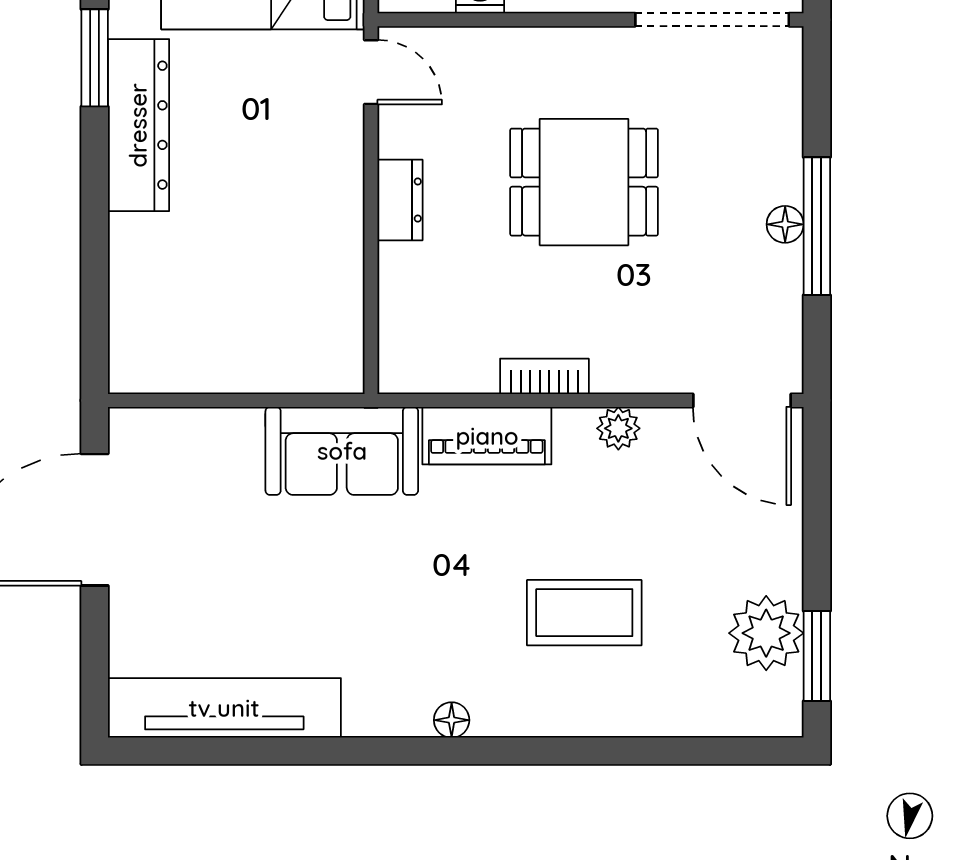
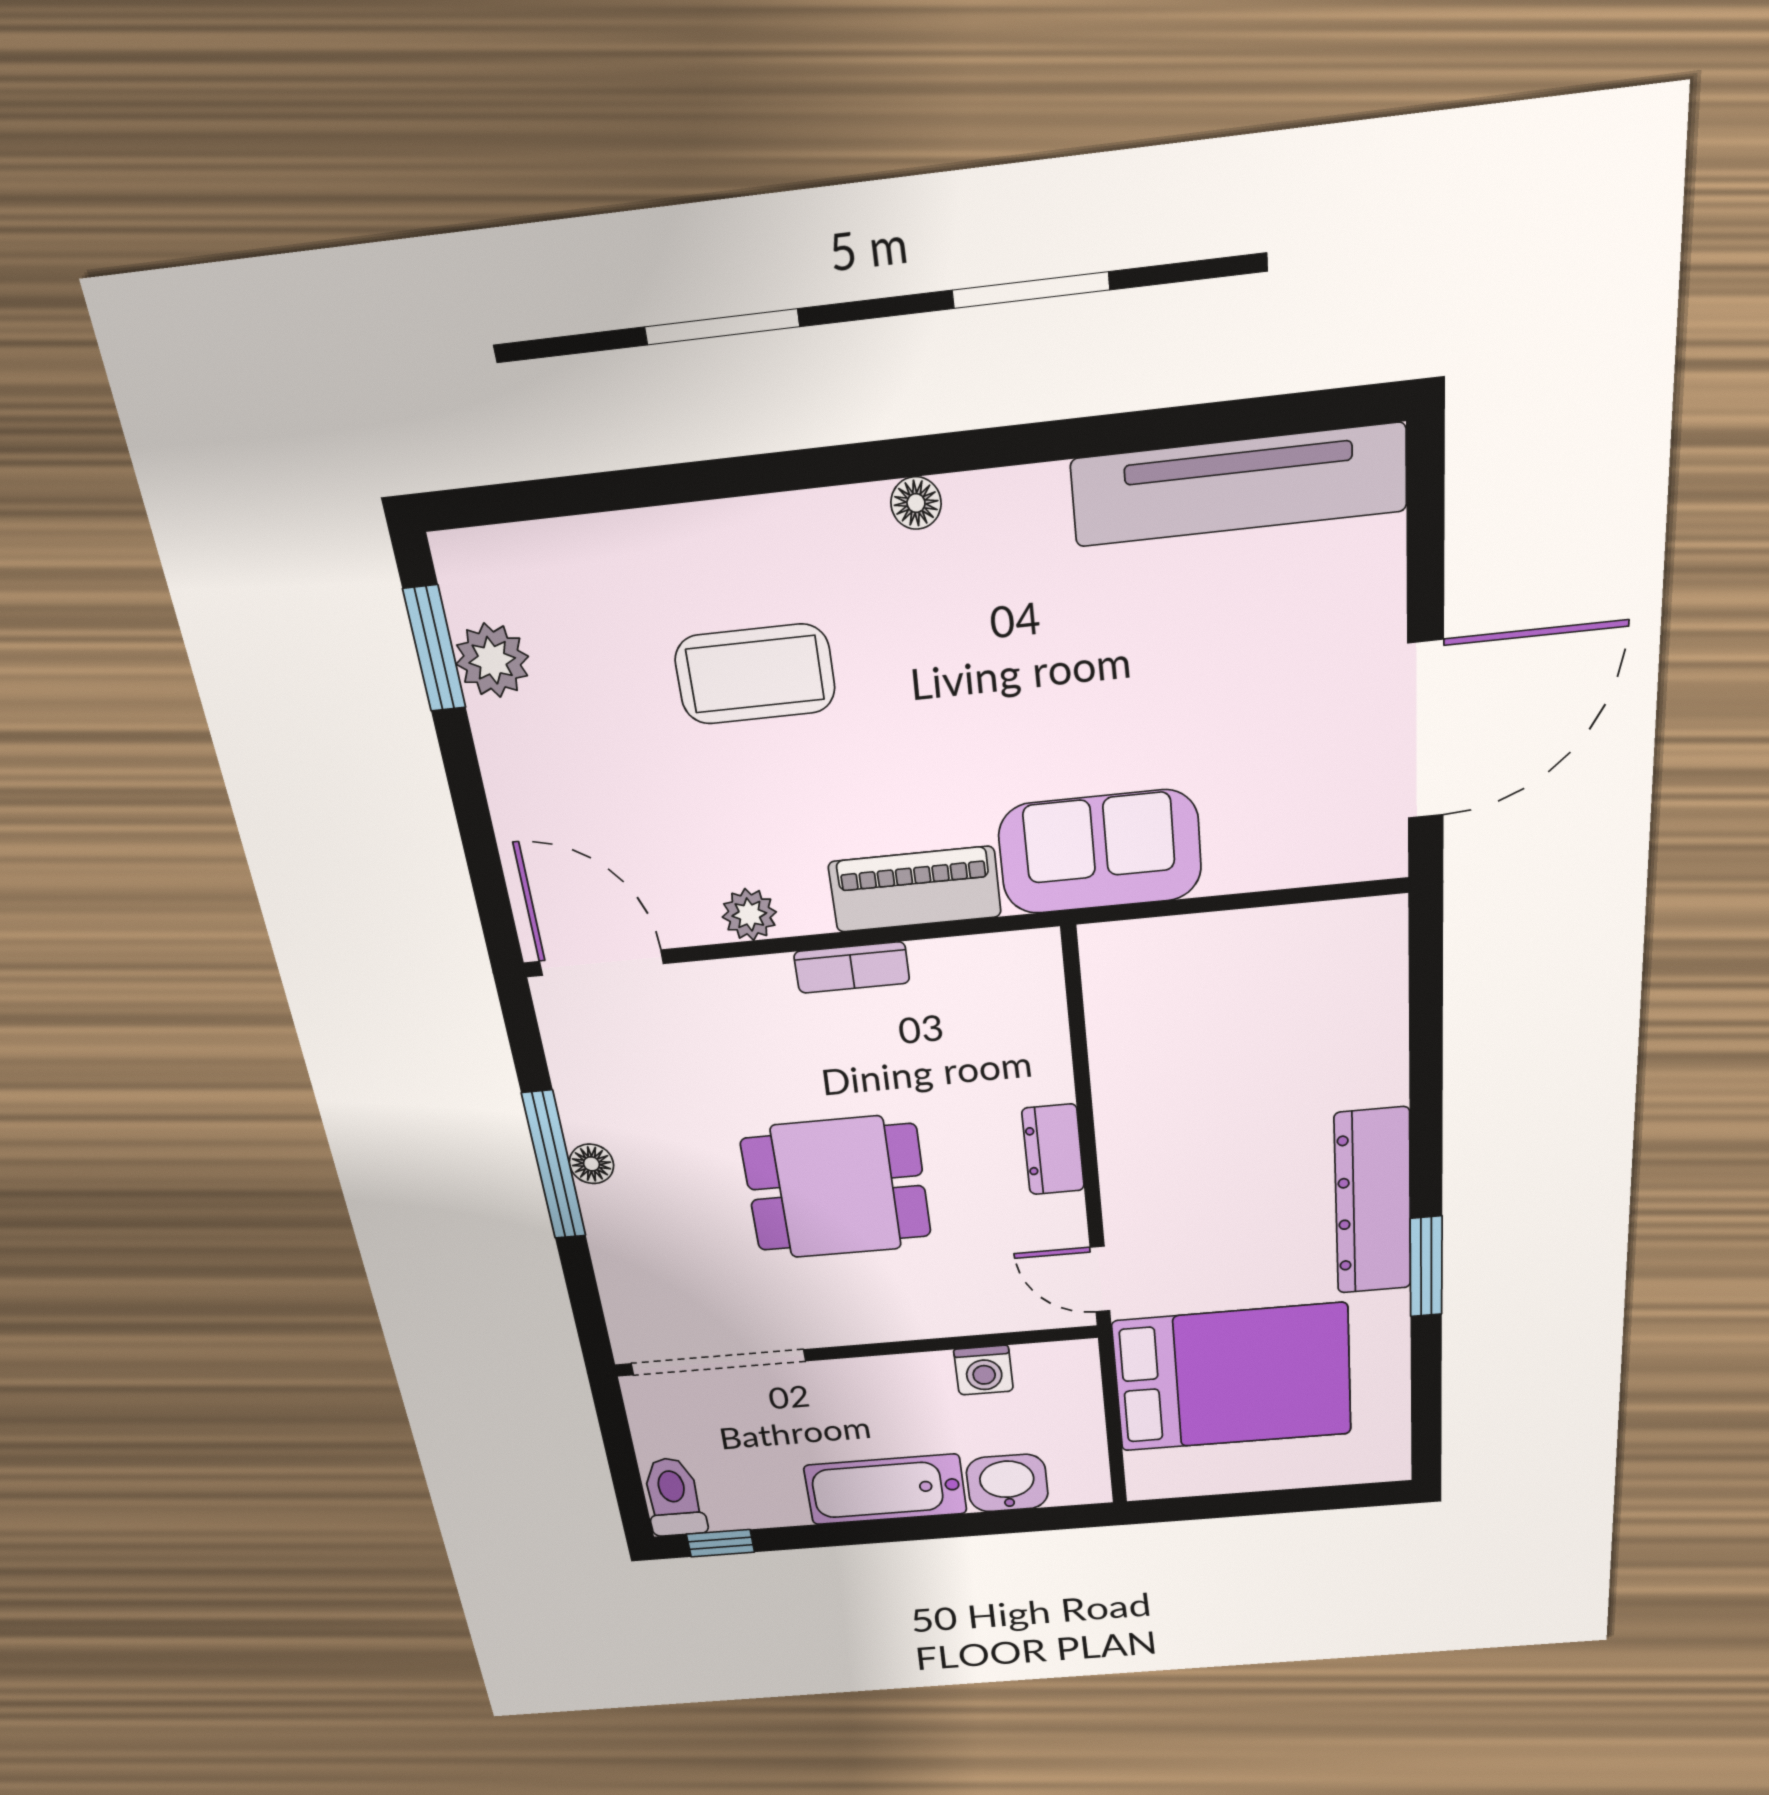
plant: (766, 633) -> (492, 660), width x0.73, depth x0.73

